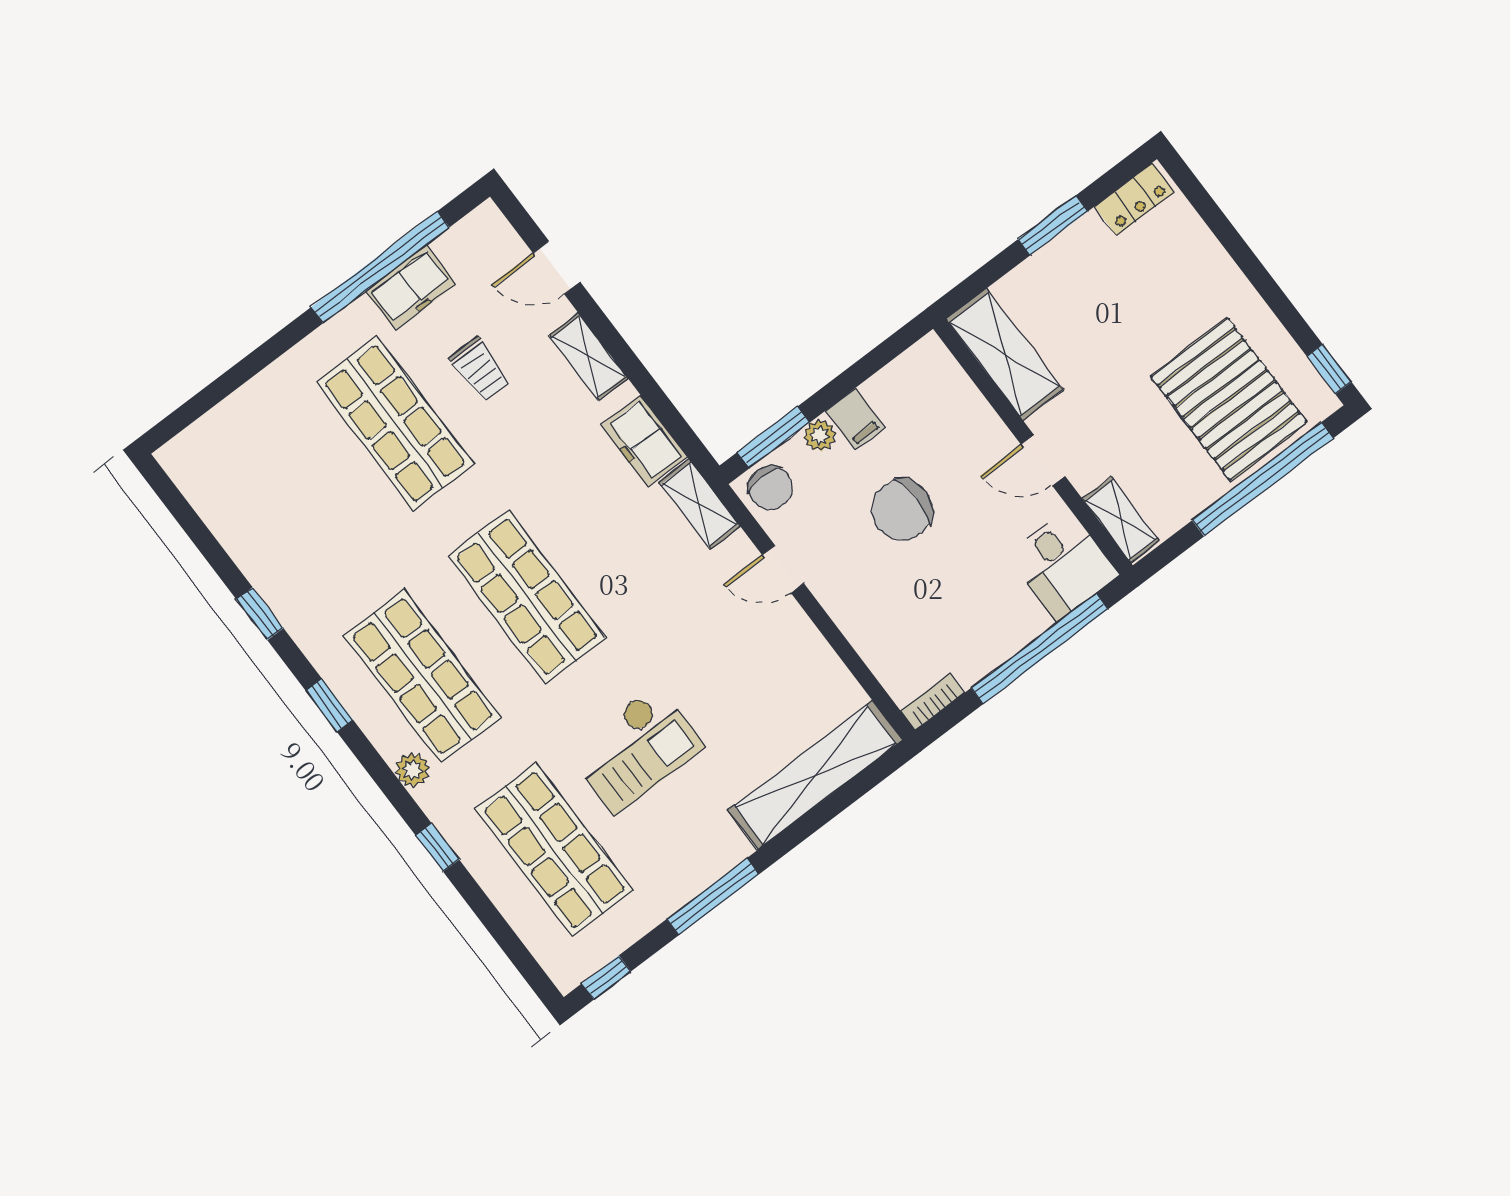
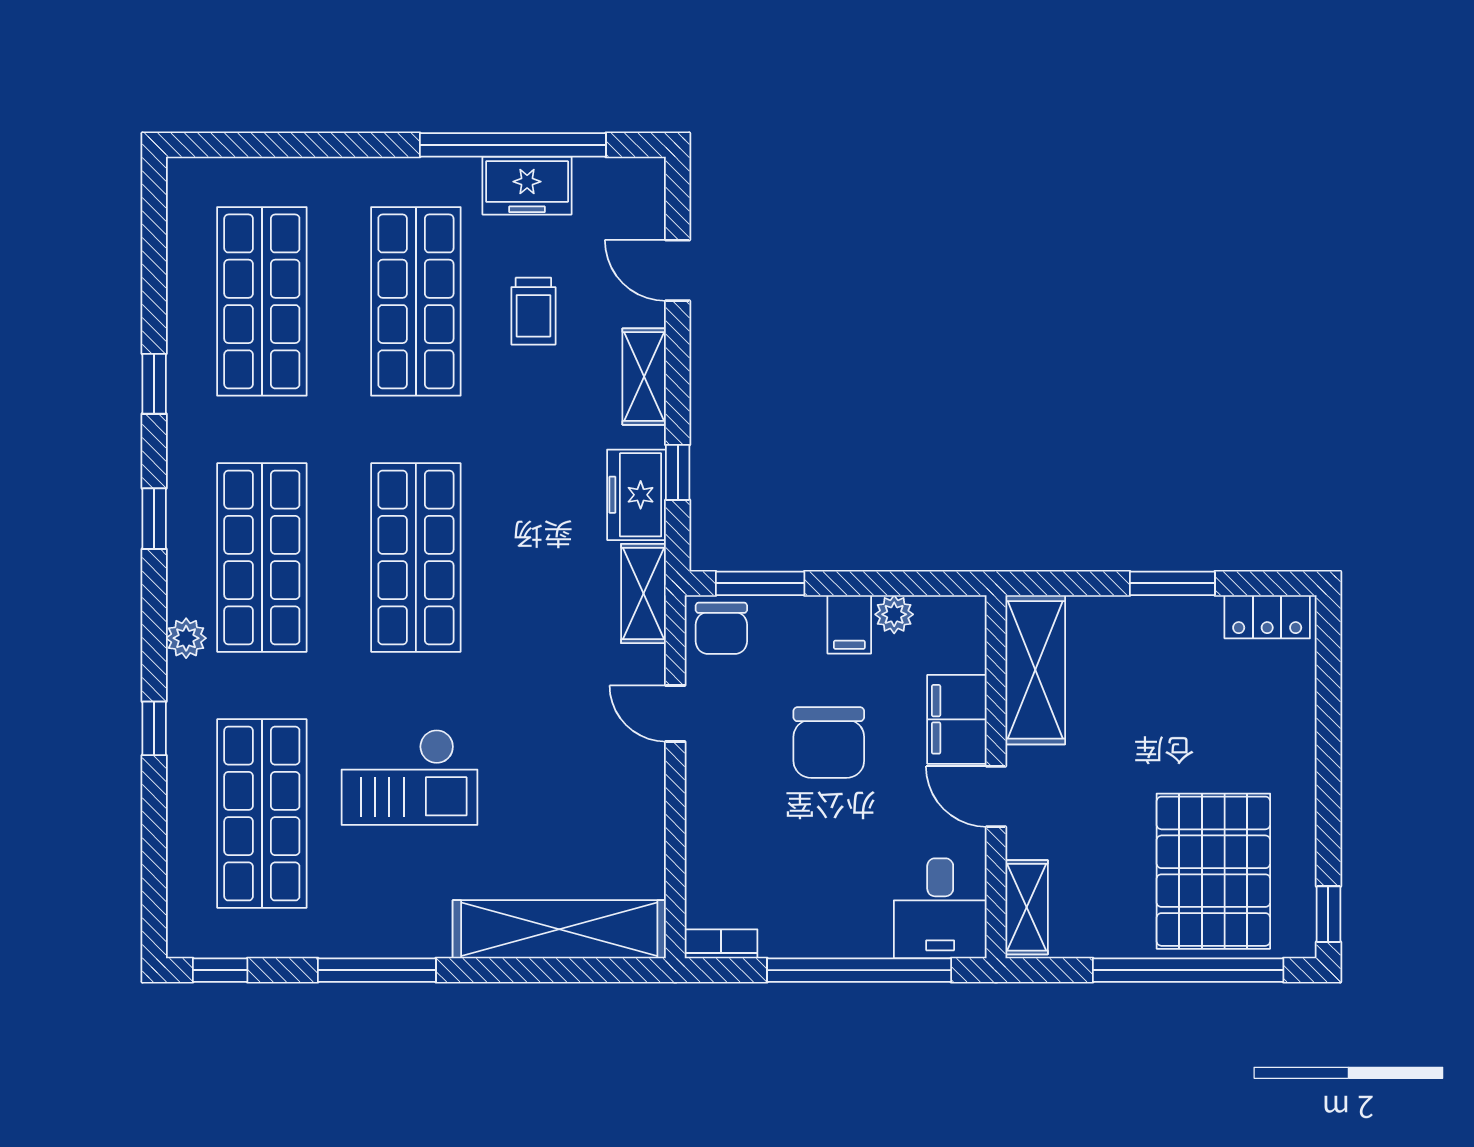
window: (660, 404) -> (678, 472), added
filing cabinet: (977, 428) -> (957, 719), added
plant: (820, 435) -> (894, 614), moved
shop shelf: (291, 503) -> (262, 301), added
chair: (902, 510) -> (829, 742), turned -90

